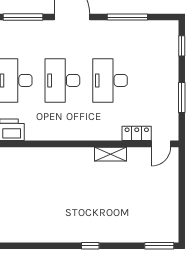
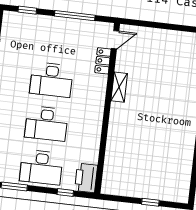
window: (182, 97) -> (75, 16), width x1.44
door: (161, 144) -> (115, 40), hinge flipped

